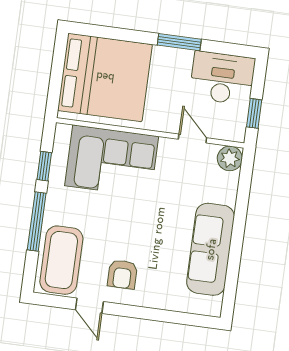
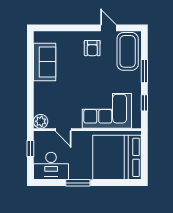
window: (37, 222) -> (144, 71), width x0.69
sofa: (211, 249) -> (45, 62), width x0.73
armchair: (122, 274) -> (92, 48), turned 180

